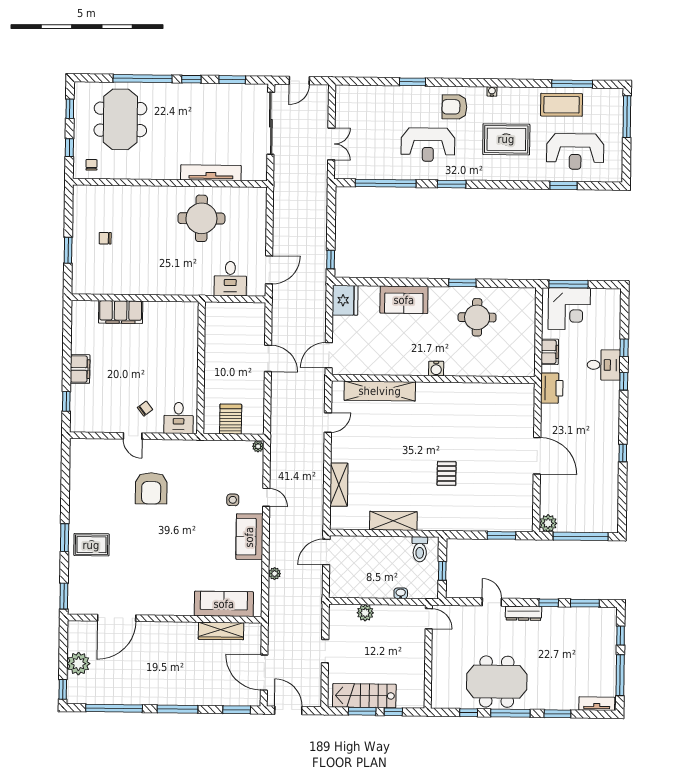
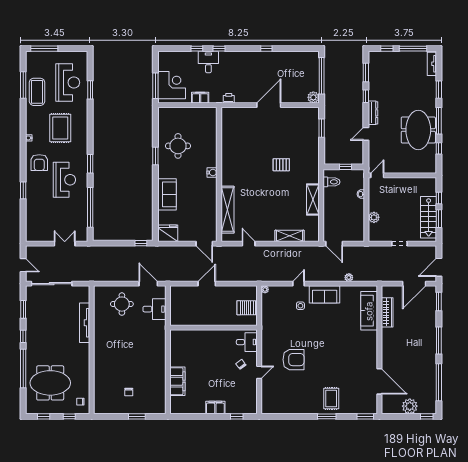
round table: (201, 218) -> (122, 304), moved, width x0.73, depth x0.73
printer: (552, 388) -> (229, 98), width x0.53, depth x0.68

